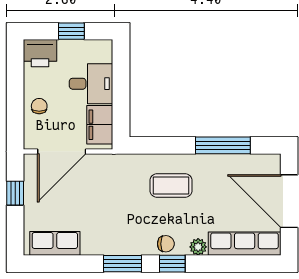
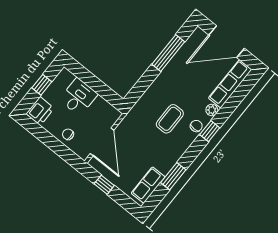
filing cabinet: (100, 125) -> (104, 110), removed
coffee table: (171, 186) -> (170, 119), moved
window: (123, 264) -> (173, 176), moved

